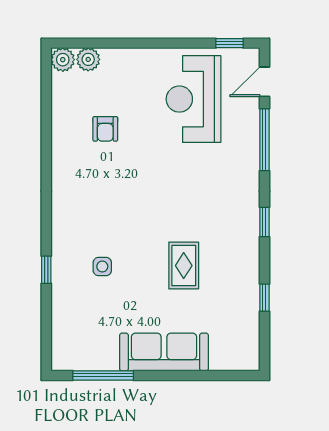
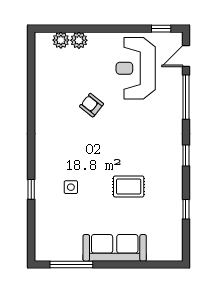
plant: (63, 60) -> (79, 40), moved
armchair: (105, 129) -> (92, 105), moved, turned 129
rug: (184, 266) -> (129, 186), turned 90

